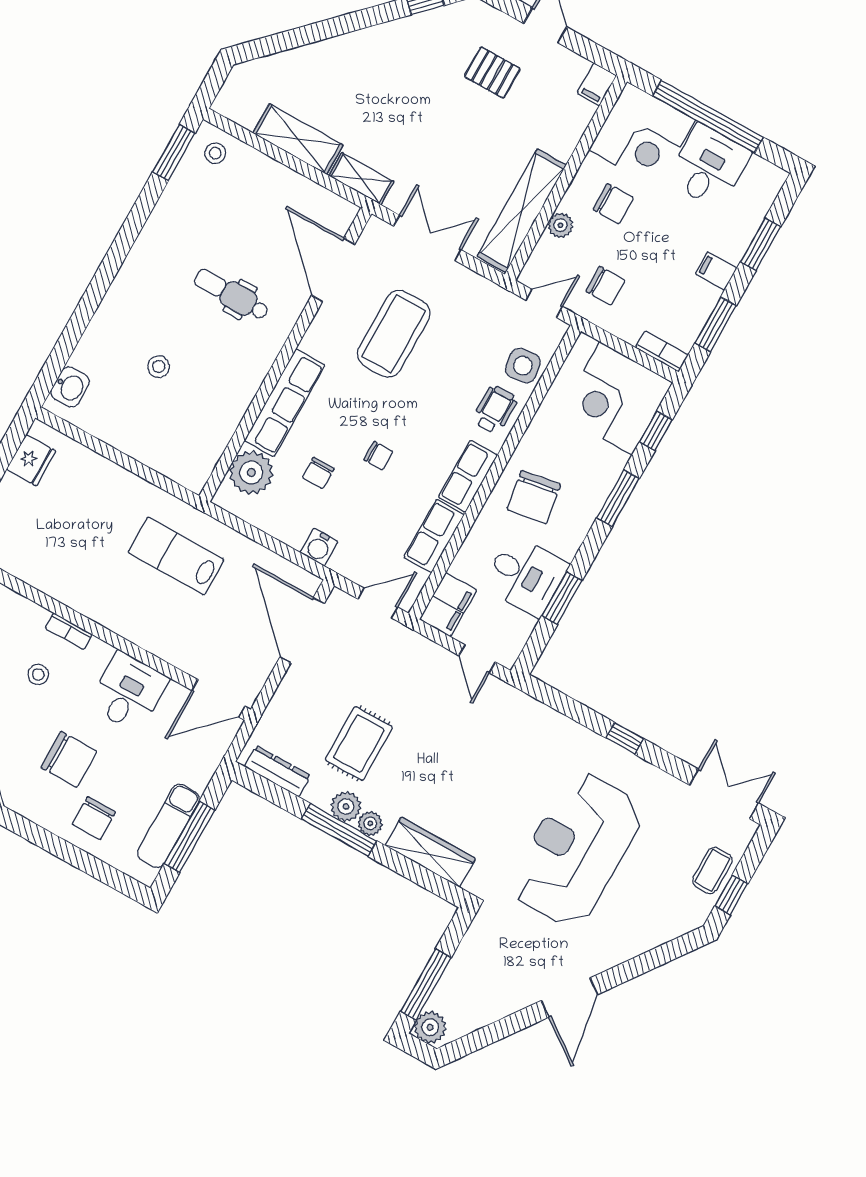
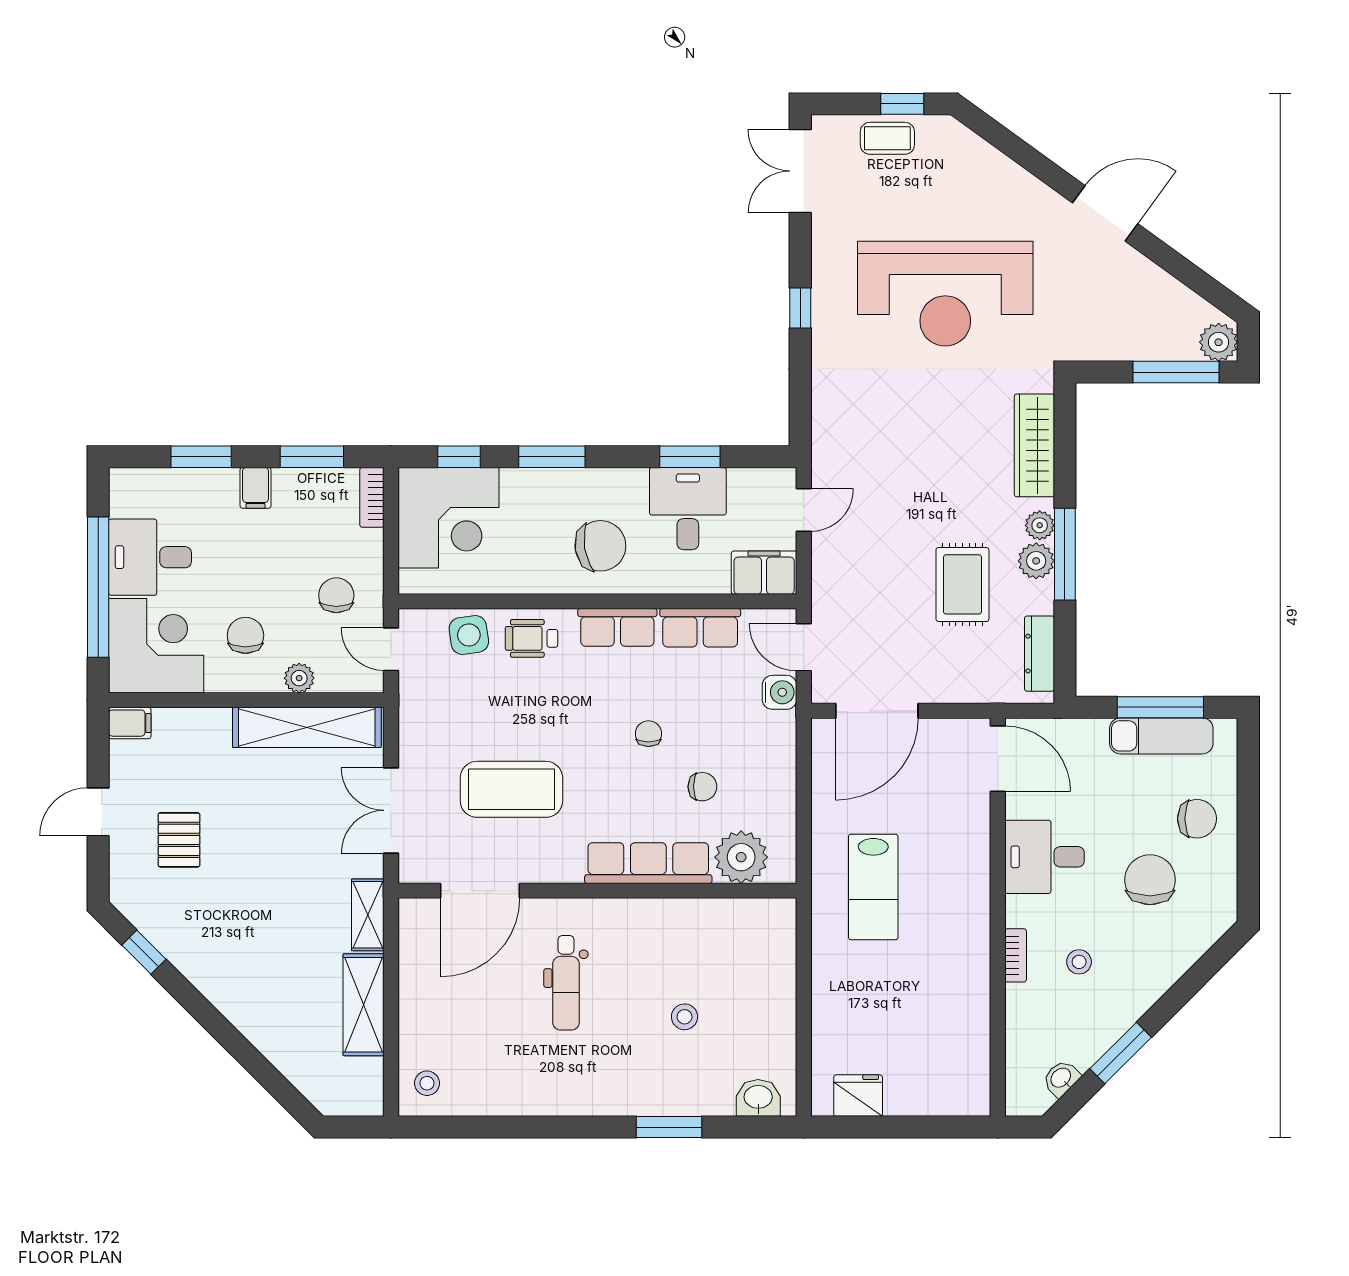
window: (174, 152) -> (669, 1127), moved
water cooler: (319, 547) -> (780, 692), moved
rug: (359, 744) -> (962, 584), turned 90

